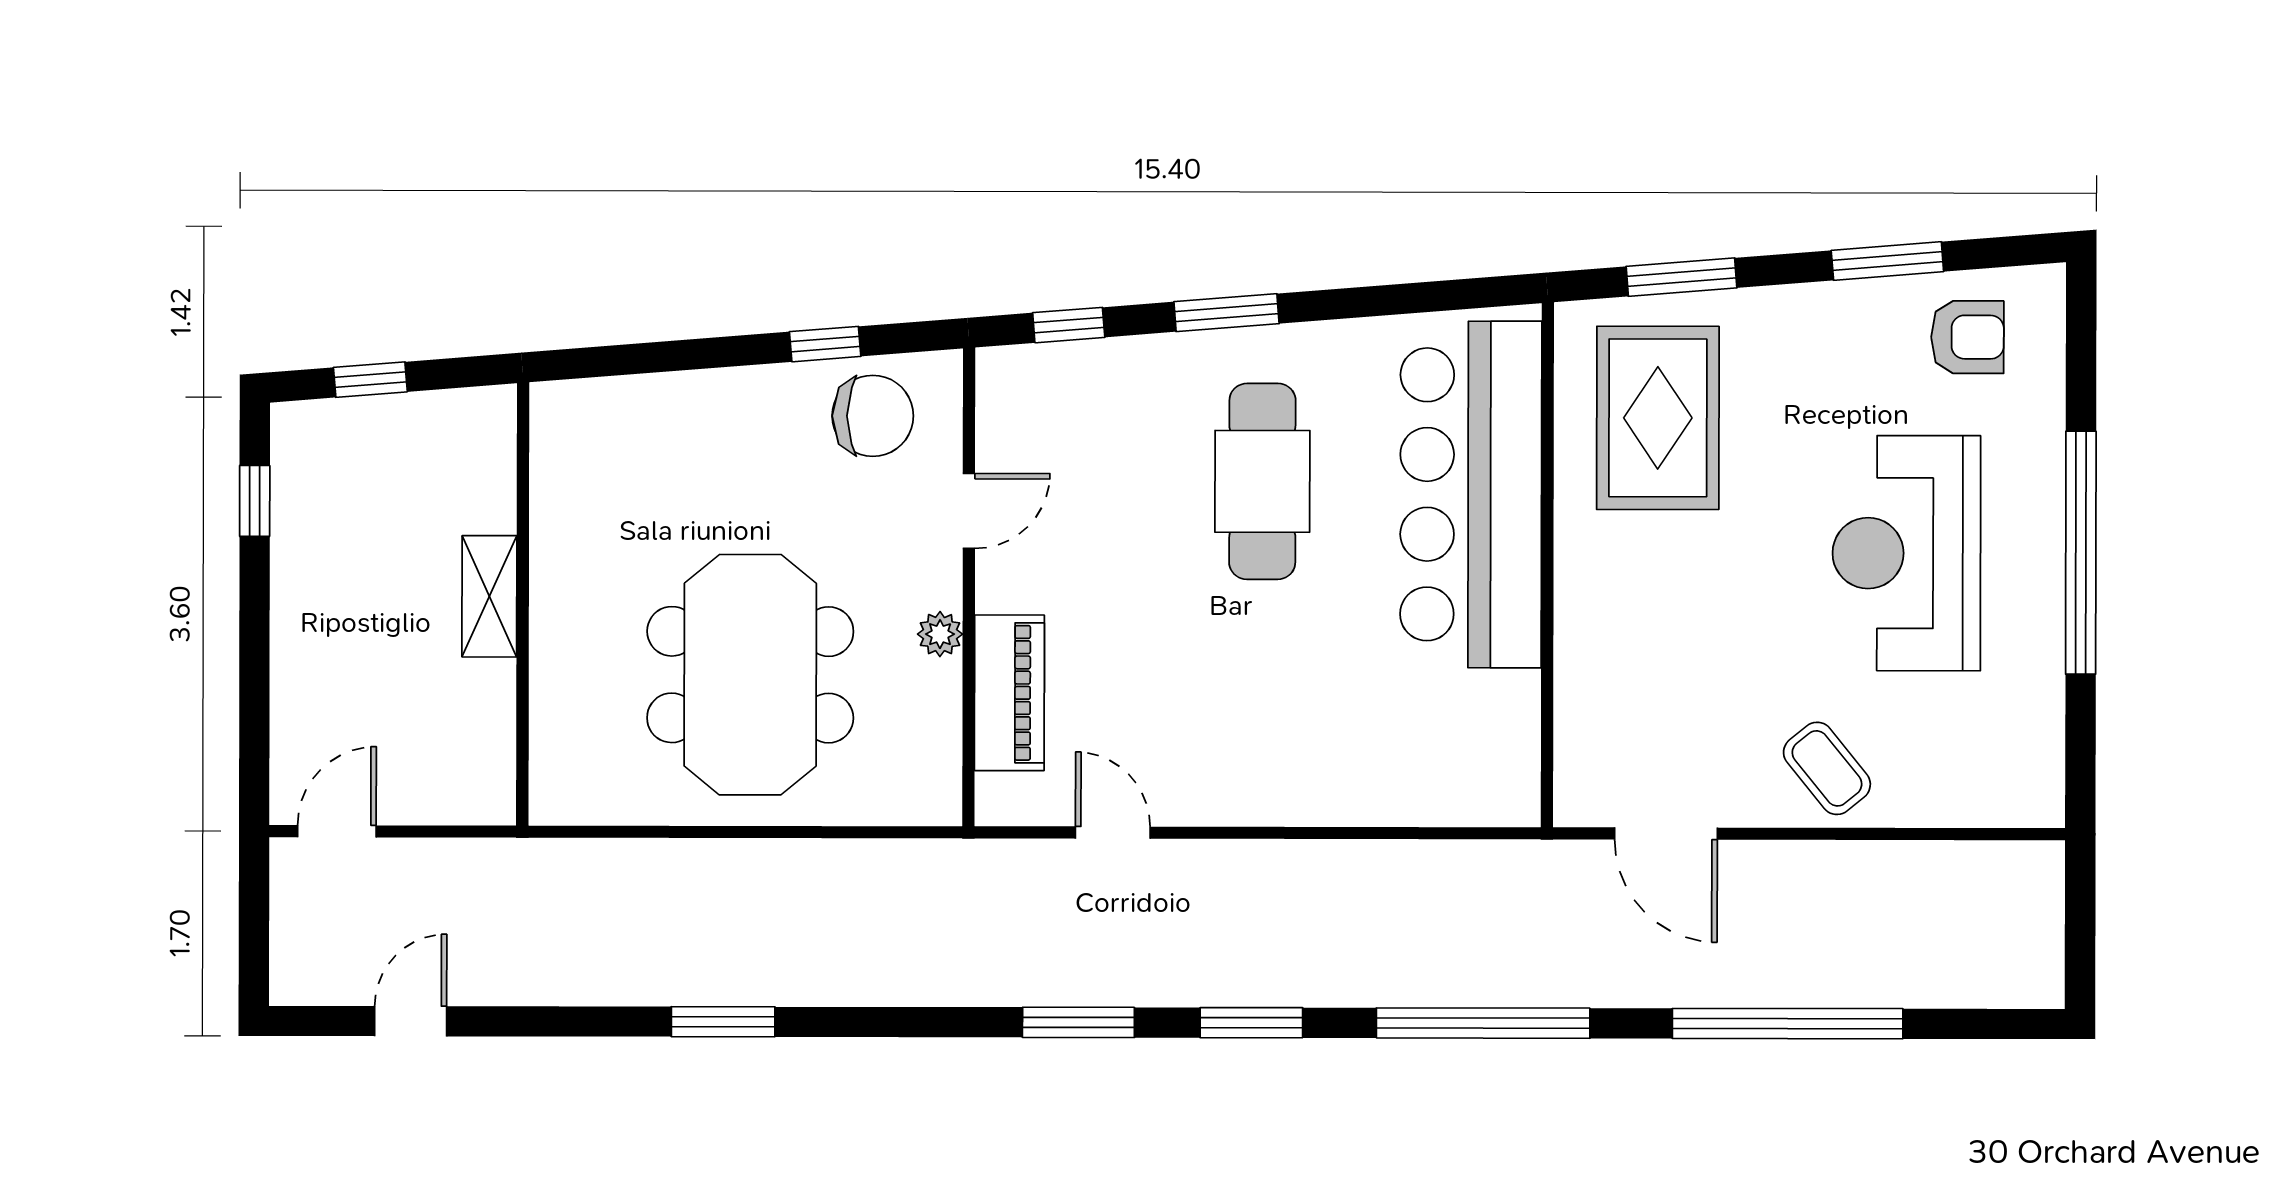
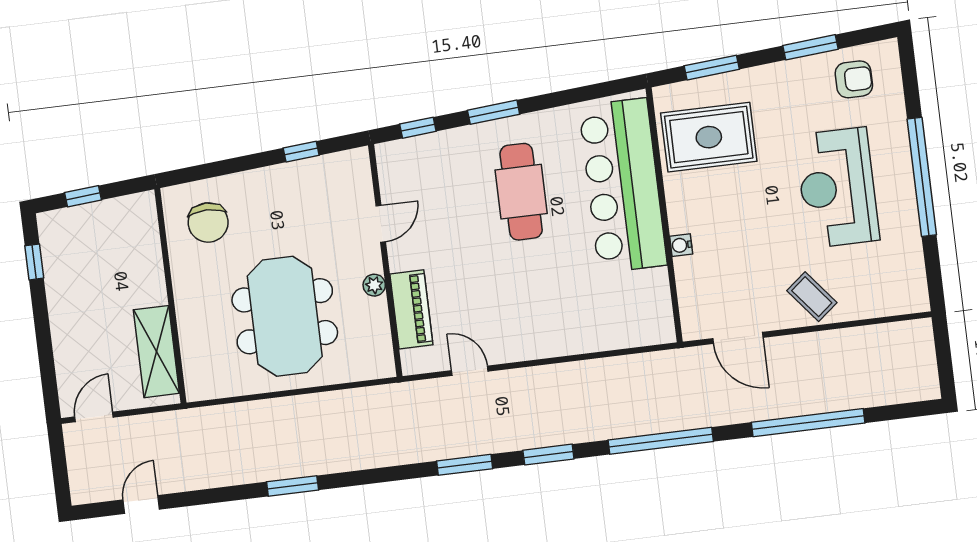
chair: (873, 416) -> (208, 222), moved, turned 90
rug: (1658, 418) -> (709, 137), turned 90
shelving: (489, 596) -> (156, 352), moved, width x1.50, depth x1.33
water cooler: (1574, 630) -> (681, 245), added

